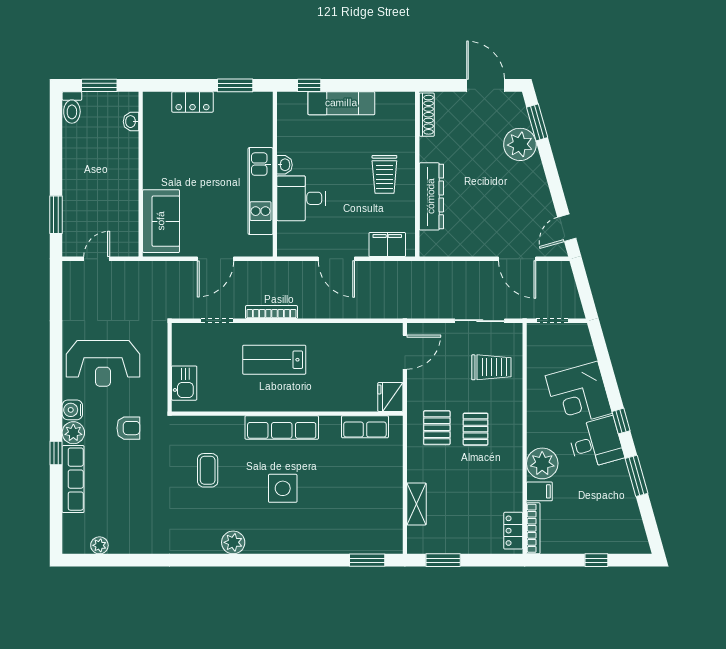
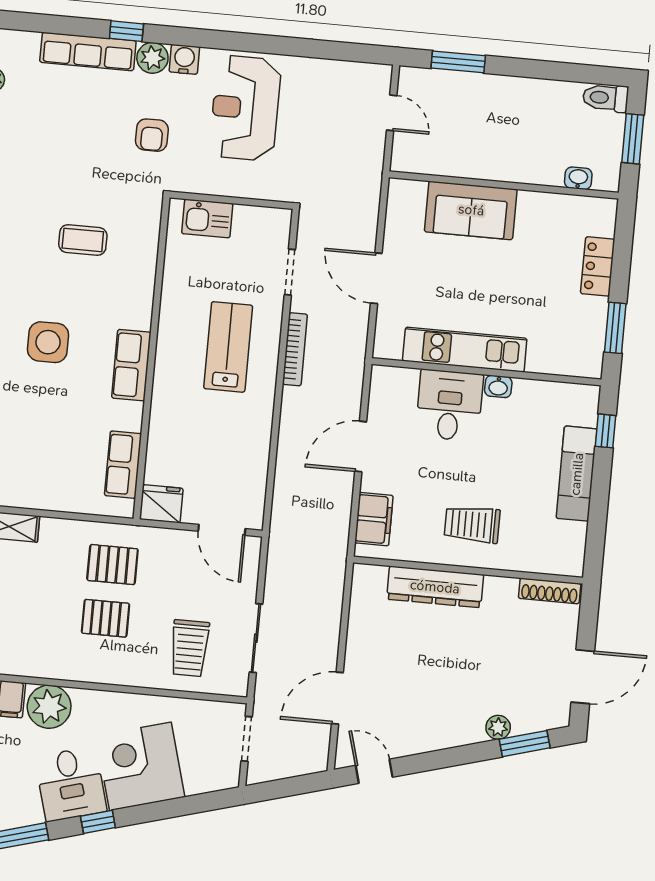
plant: (520, 144) -> (498, 727), width x0.53, depth x0.53
sofa: (161, 221) -> (471, 210), moved
row of seats: (282, 428) -> (131, 365), width x0.68

